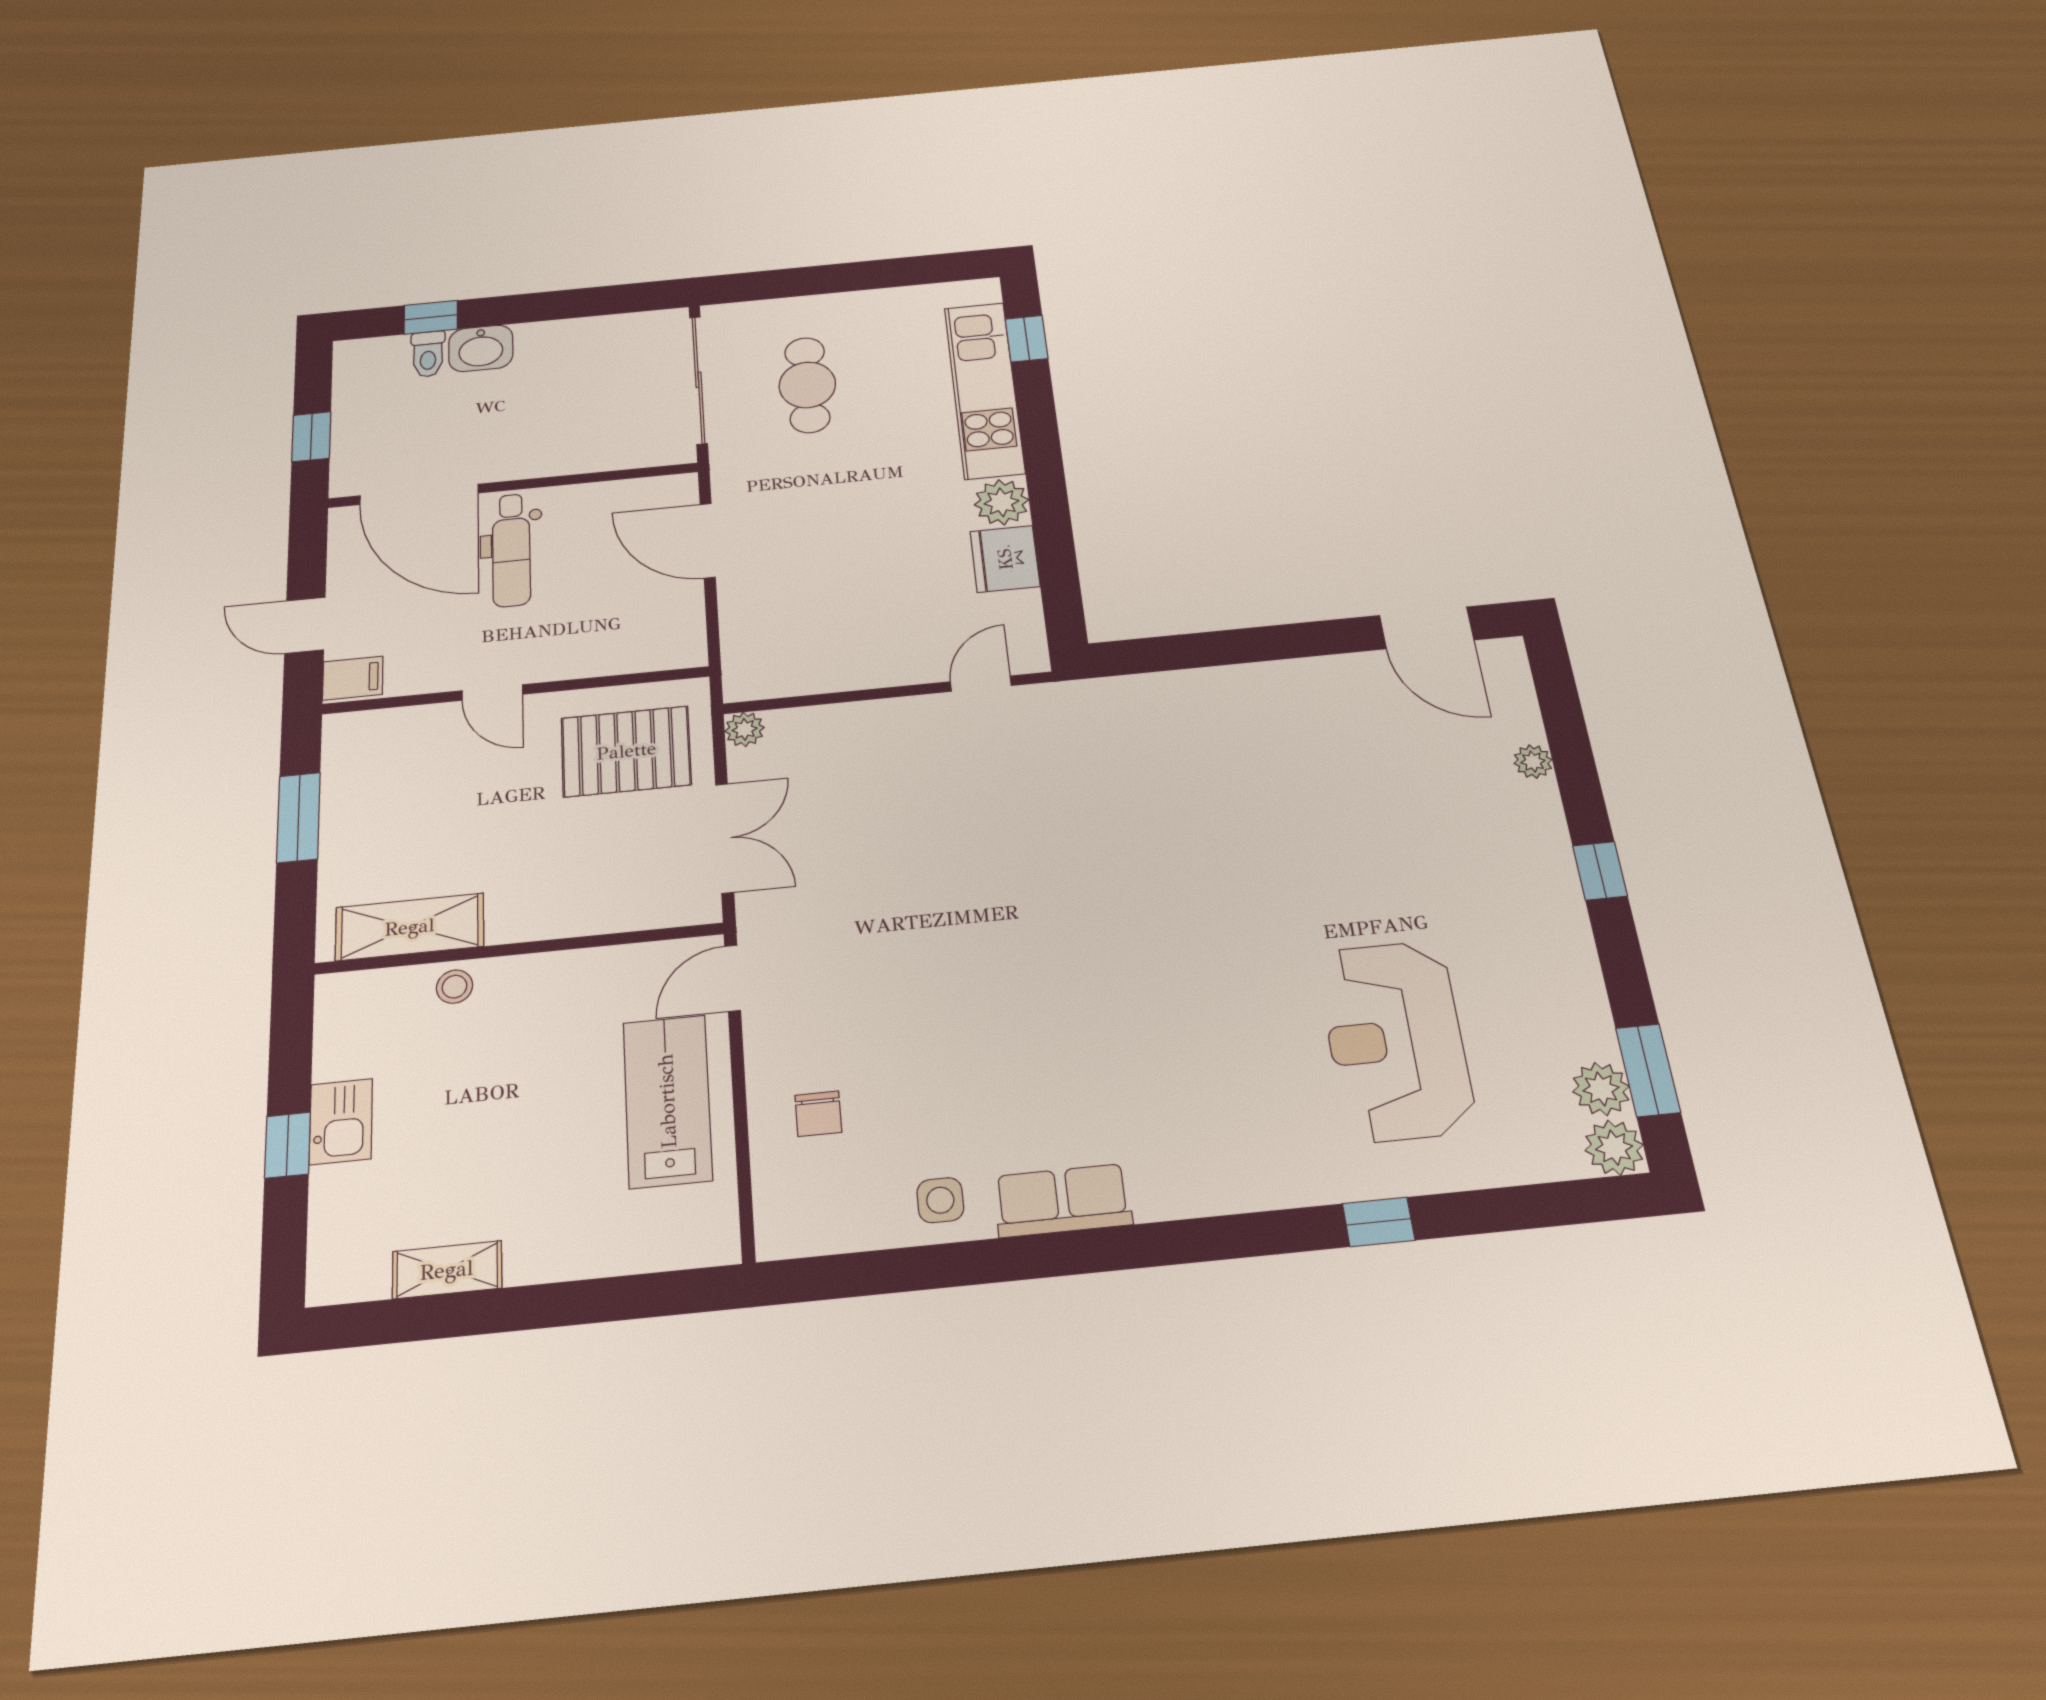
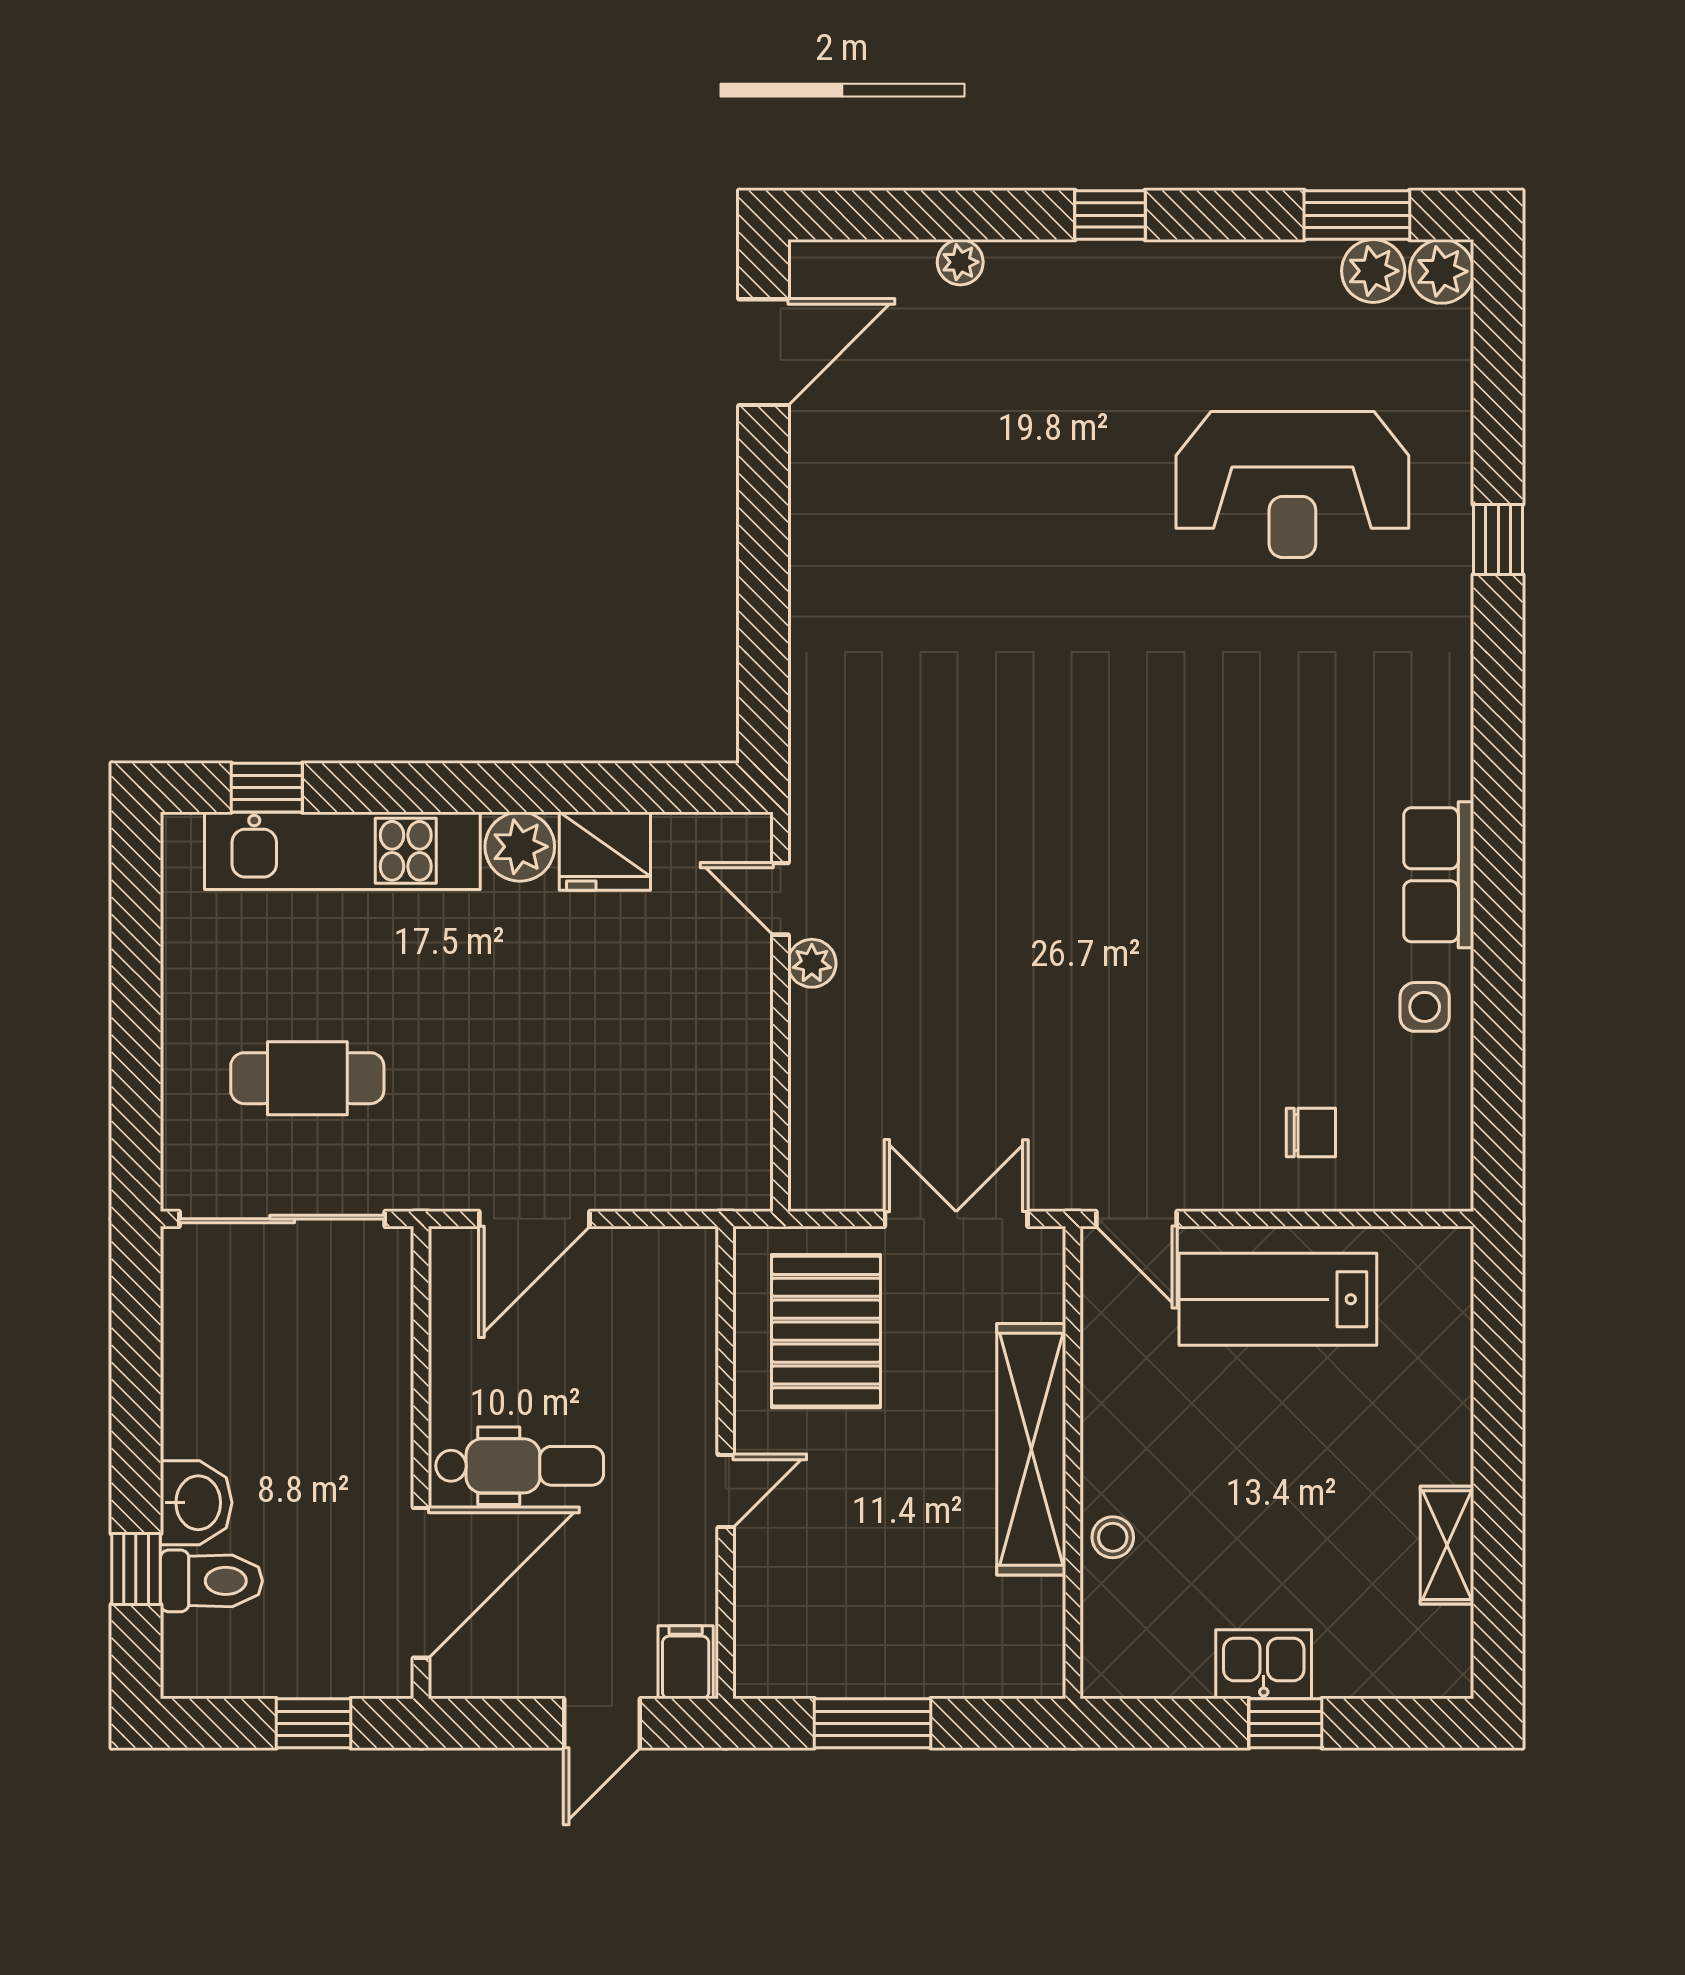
toilet: (428, 354) -> (211, 1581), width x1.37, depth x1.39
plant: (745, 729) -> (812, 963), moved
shelving: (410, 927) -> (1031, 1449), moved, width x1.47

